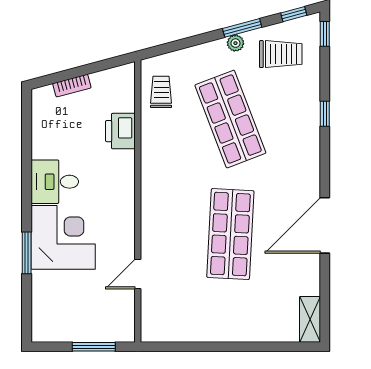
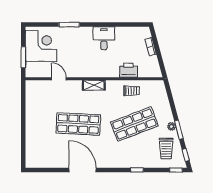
trolley: (161, 92) -> (131, 91), moved
corner desk: (63, 237) -> (41, 46), moved, turned -90
shelving: (310, 319) -> (94, 85), moved

